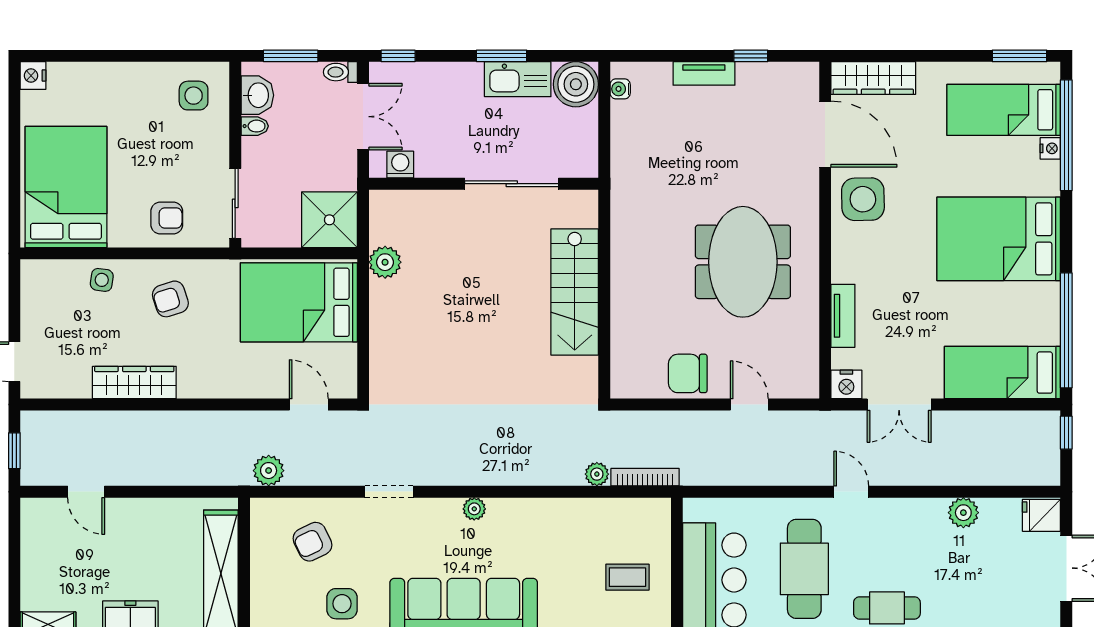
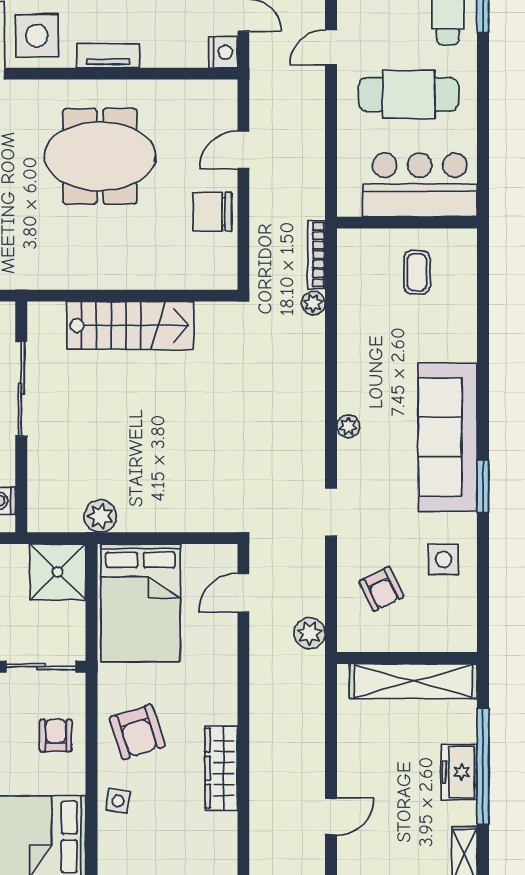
armchair: (170, 299) -> (137, 732), width x1.38, depth x1.38
tv unit: (843, 316) -> (108, 56), moved
chair: (688, 373) -> (212, 212), turned 90

